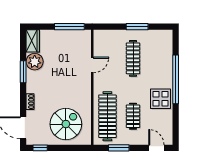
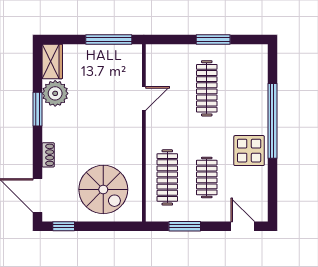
clothes rail: (107, 116) -> (167, 177), width x0.73, depth x0.76
spiral stairs: (66, 124) -> (103, 189), turned 90

